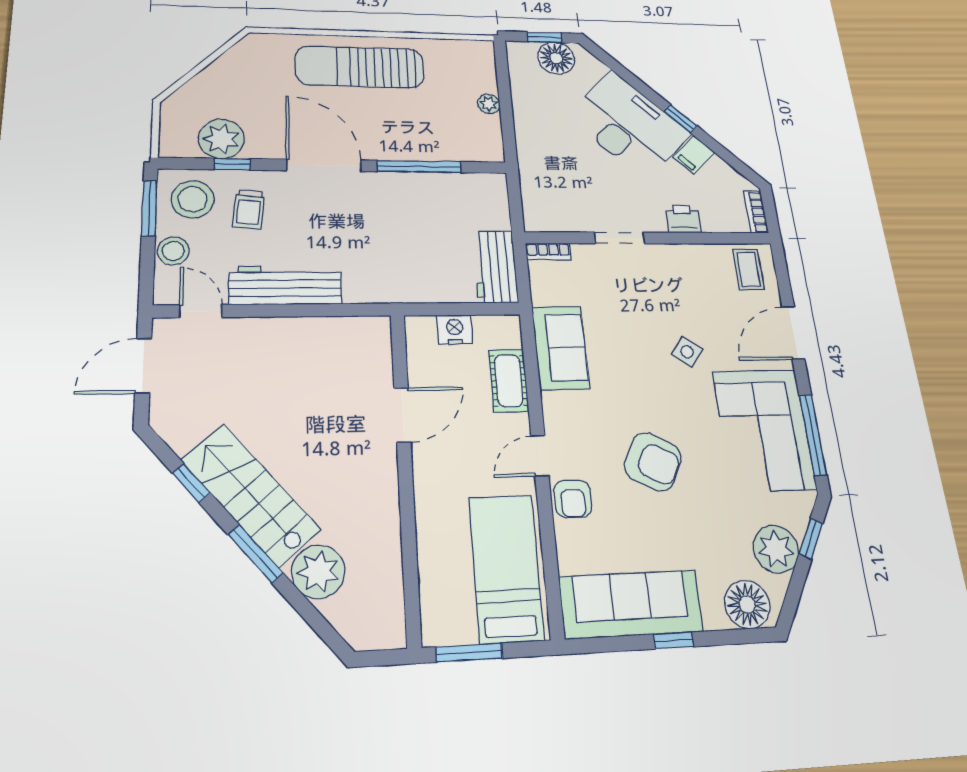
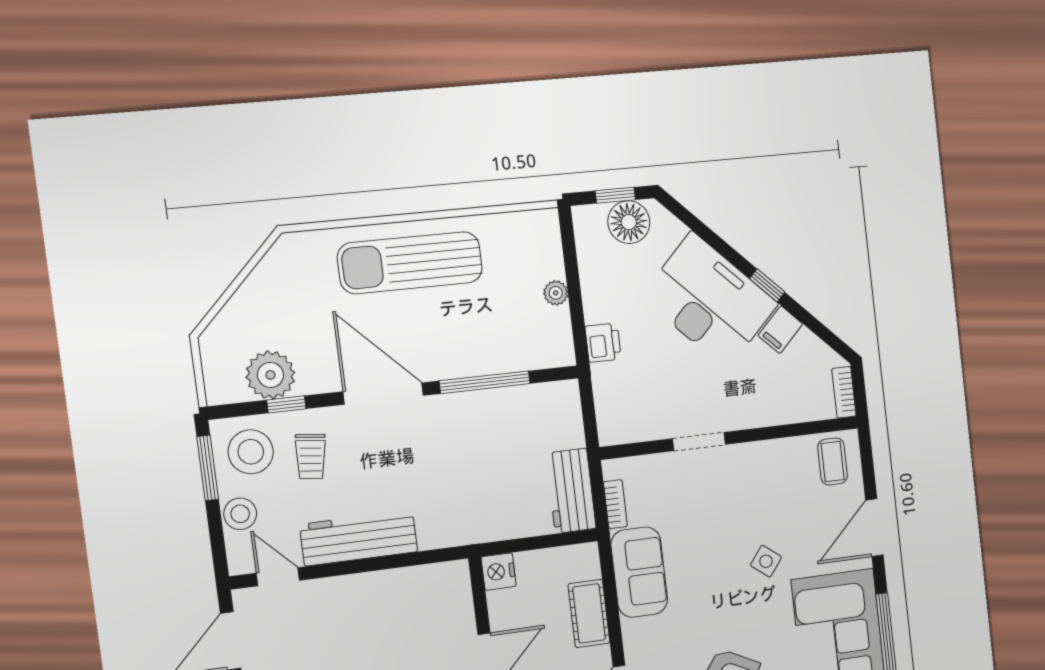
printer: (683, 219) -> (603, 343), moved, turned 90
bookcase: (548, 252) -> (615, 504), moved, turned -90
nightstand: (455, 329) -> (499, 572), moved, turned -90

